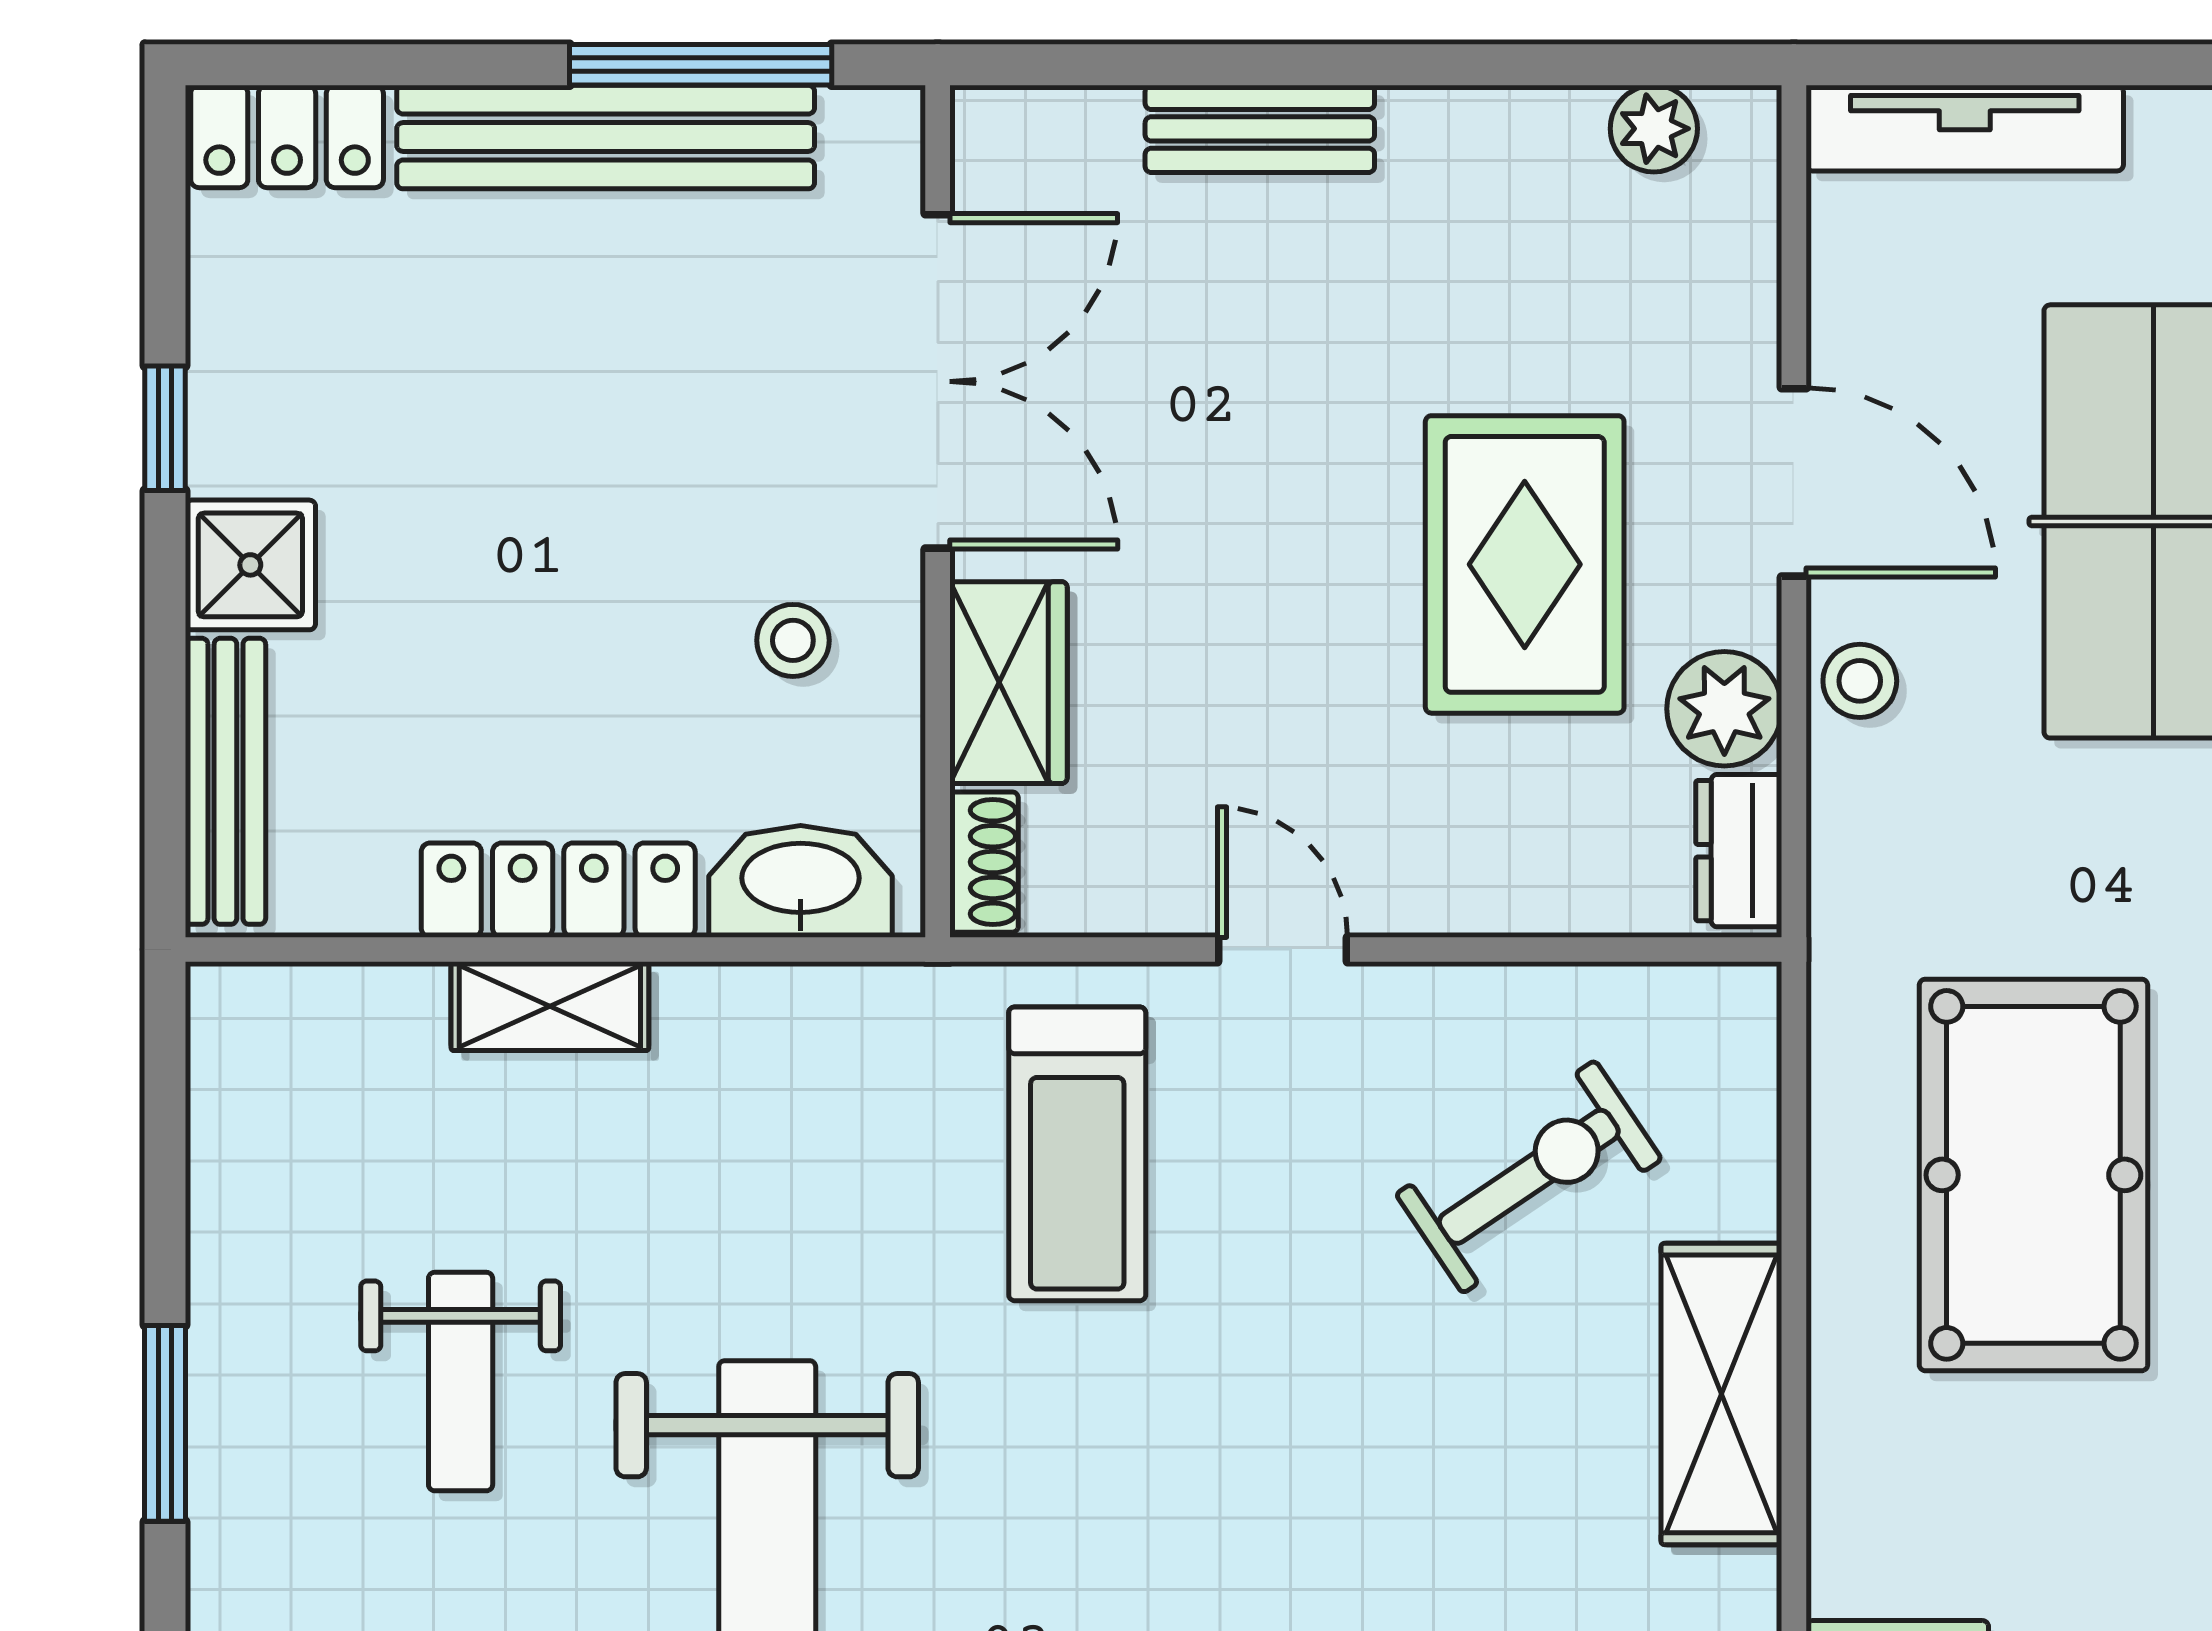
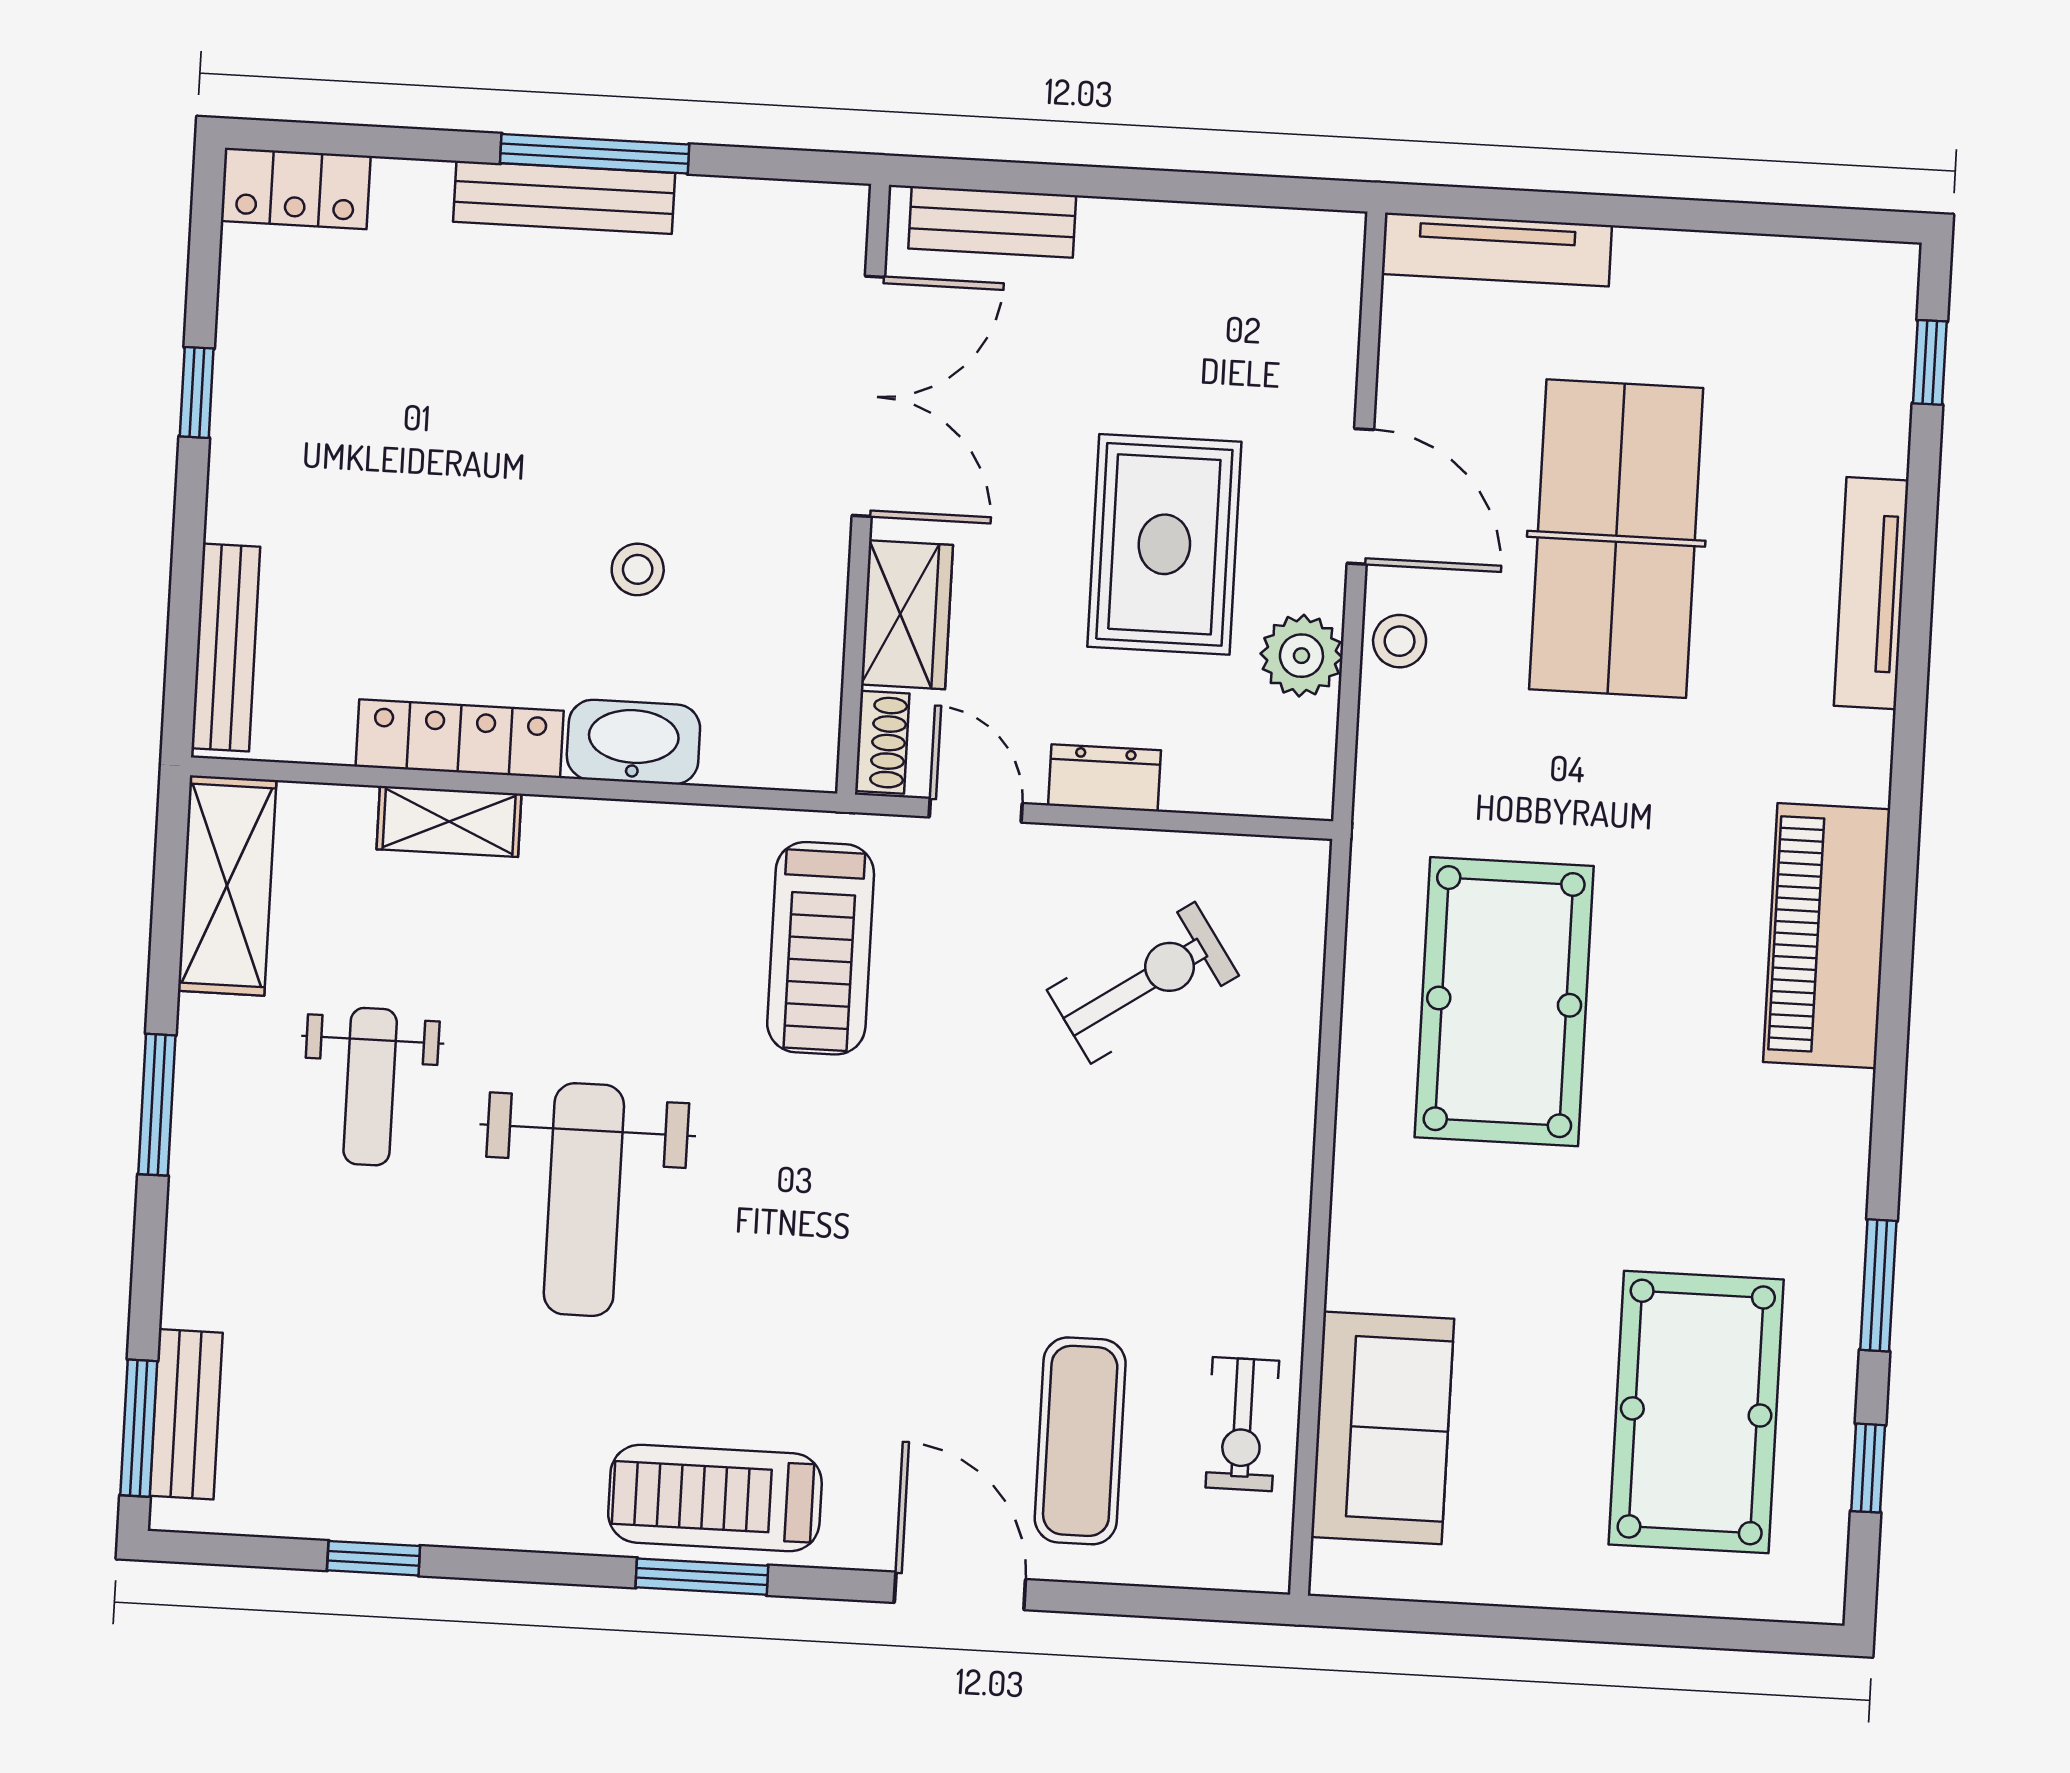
plant: (1654, 129) -> (1274, 238), removed
bench: (606, 137) -> (564, 197), width x0.73, depth x0.82
double door: (938, 381) -> (868, 396), moved
wall: (938, 511) -> (863, 489), moved
shower: (250, 565) -> (252, 494), removed
wardrobe: (1008, 683) -> (907, 615), moved
dresser: (1739, 851) -> (1105, 778), moved, turned 90
shoe rack: (984, 862) -> (882, 742), moved
shelving: (1721, 1394) -> (227, 885), moved

